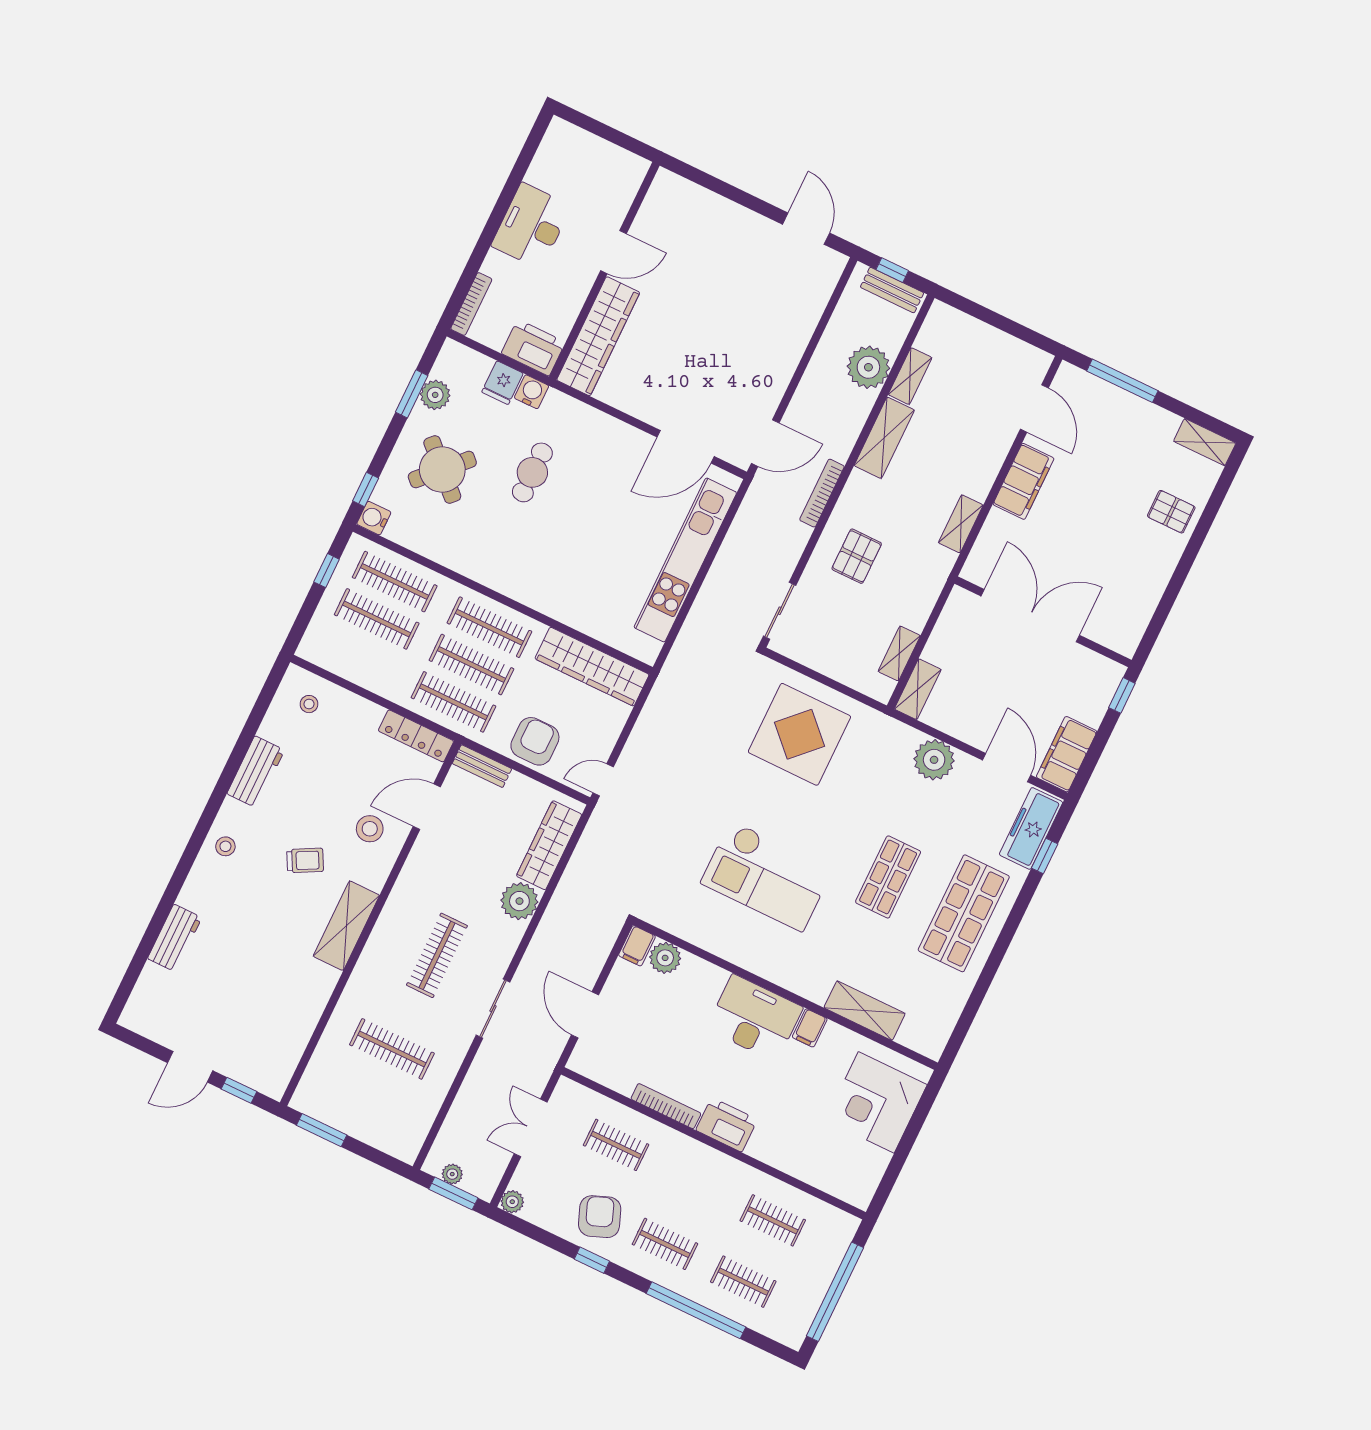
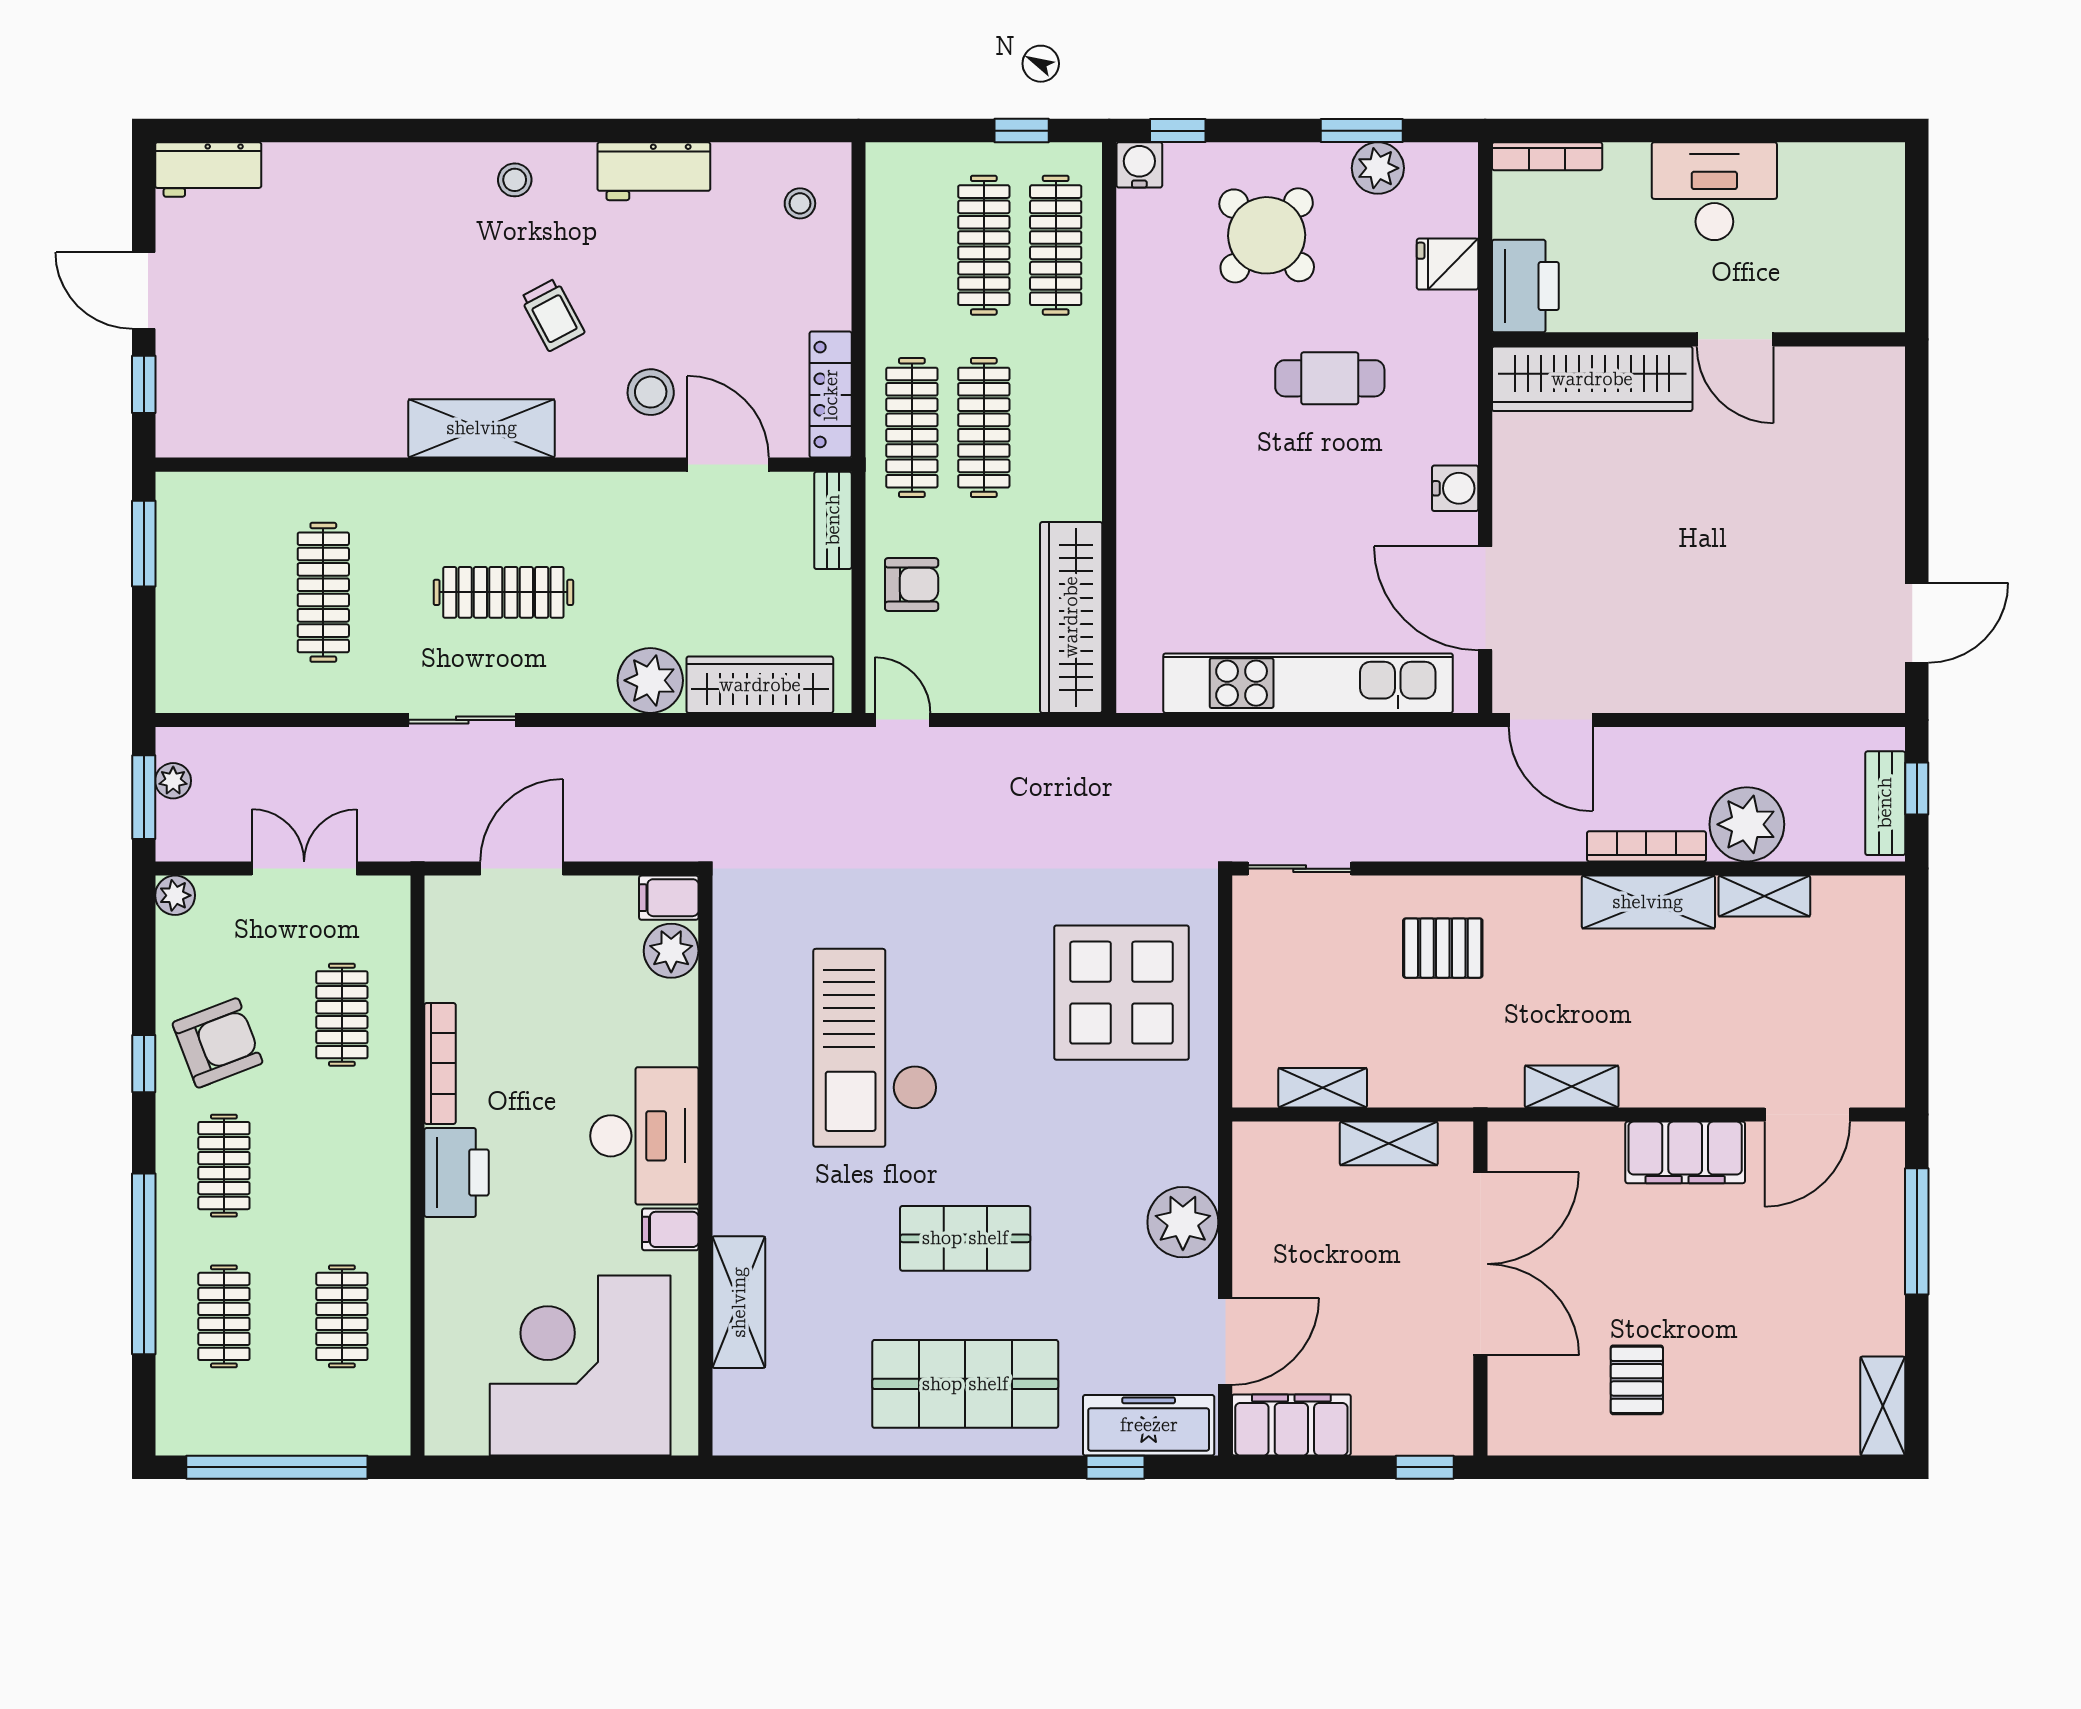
water cooler: (532, 392) -> (1455, 488), moved
bookcase: (822, 493) -> (1646, 846), moved
pallet: (1171, 512) -> (1637, 1380), moved
clothes rail: (489, 627) -> (1056, 428), removed
shelving: (918, 689) -> (1389, 1143), moved
armchair: (535, 741) -> (912, 585), width x0.72, depth x0.72
workbench: (175, 938) -> (208, 169), moved
corner desk: (876, 1102) -> (580, 1366), width x1.36, depth x1.36

